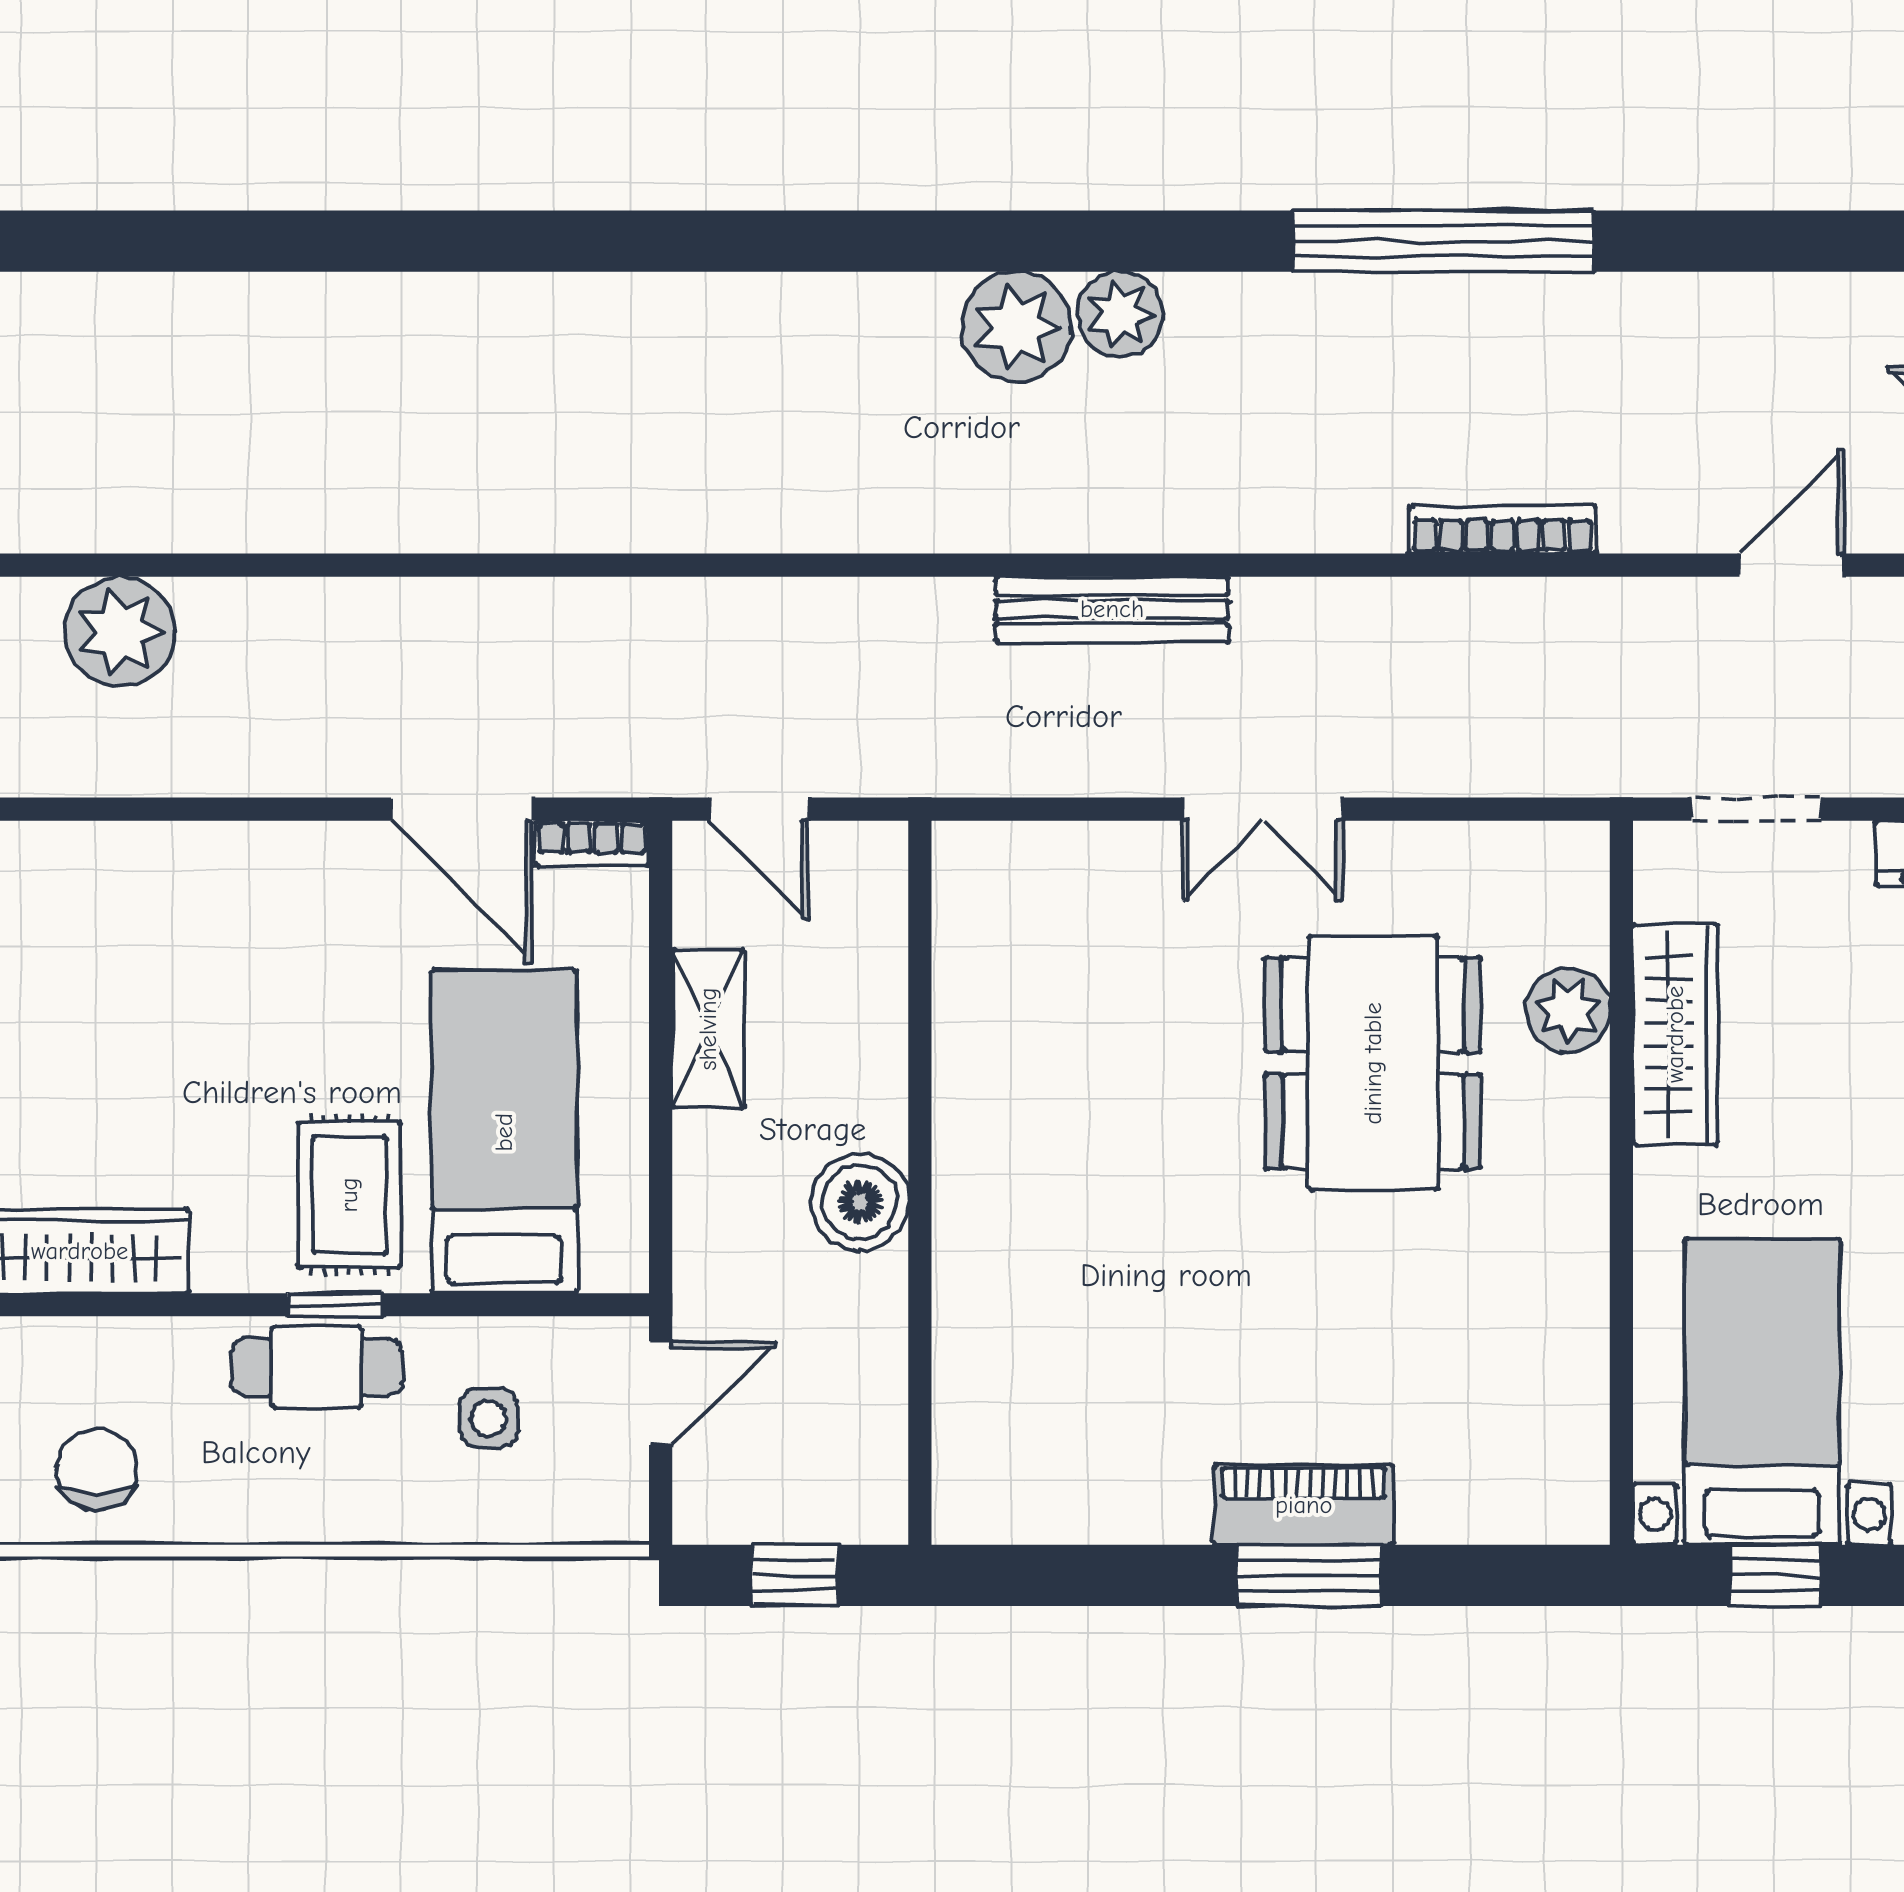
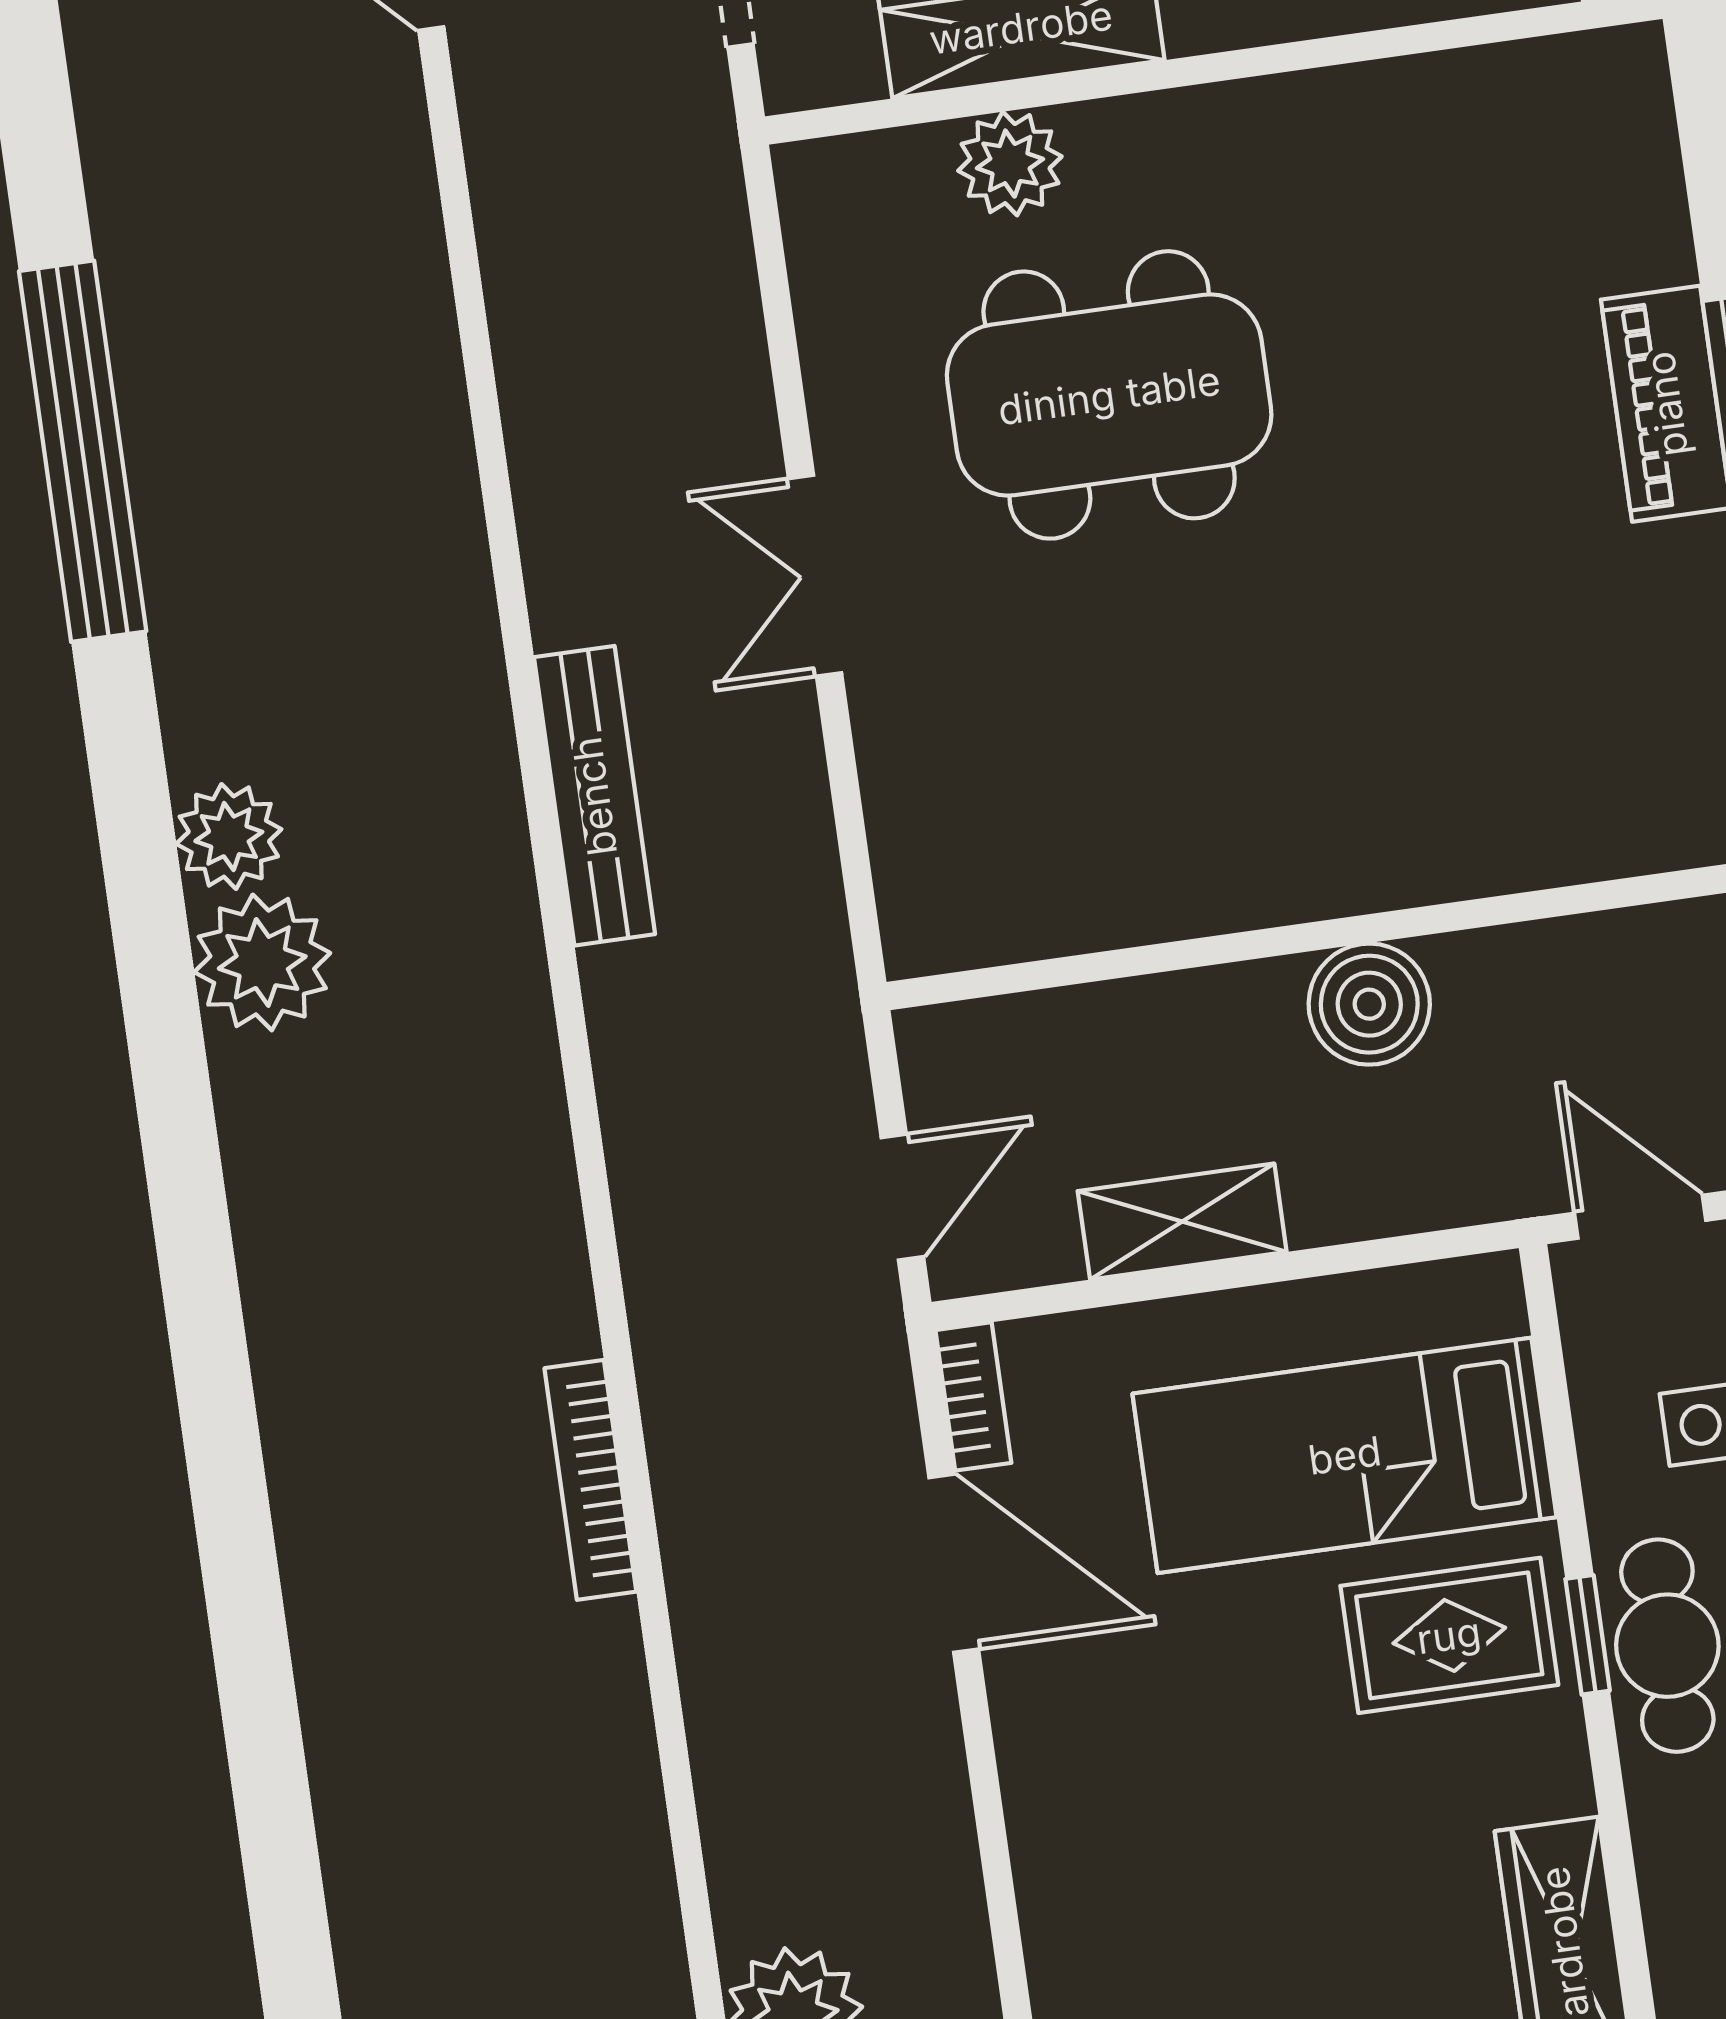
bookcase: (1503, 530) -> (590, 1480), moved
door: (462, 809) -> (954, 1563), hinge flipped
double door: (1262, 809) -> (815, 576), swing flipped

